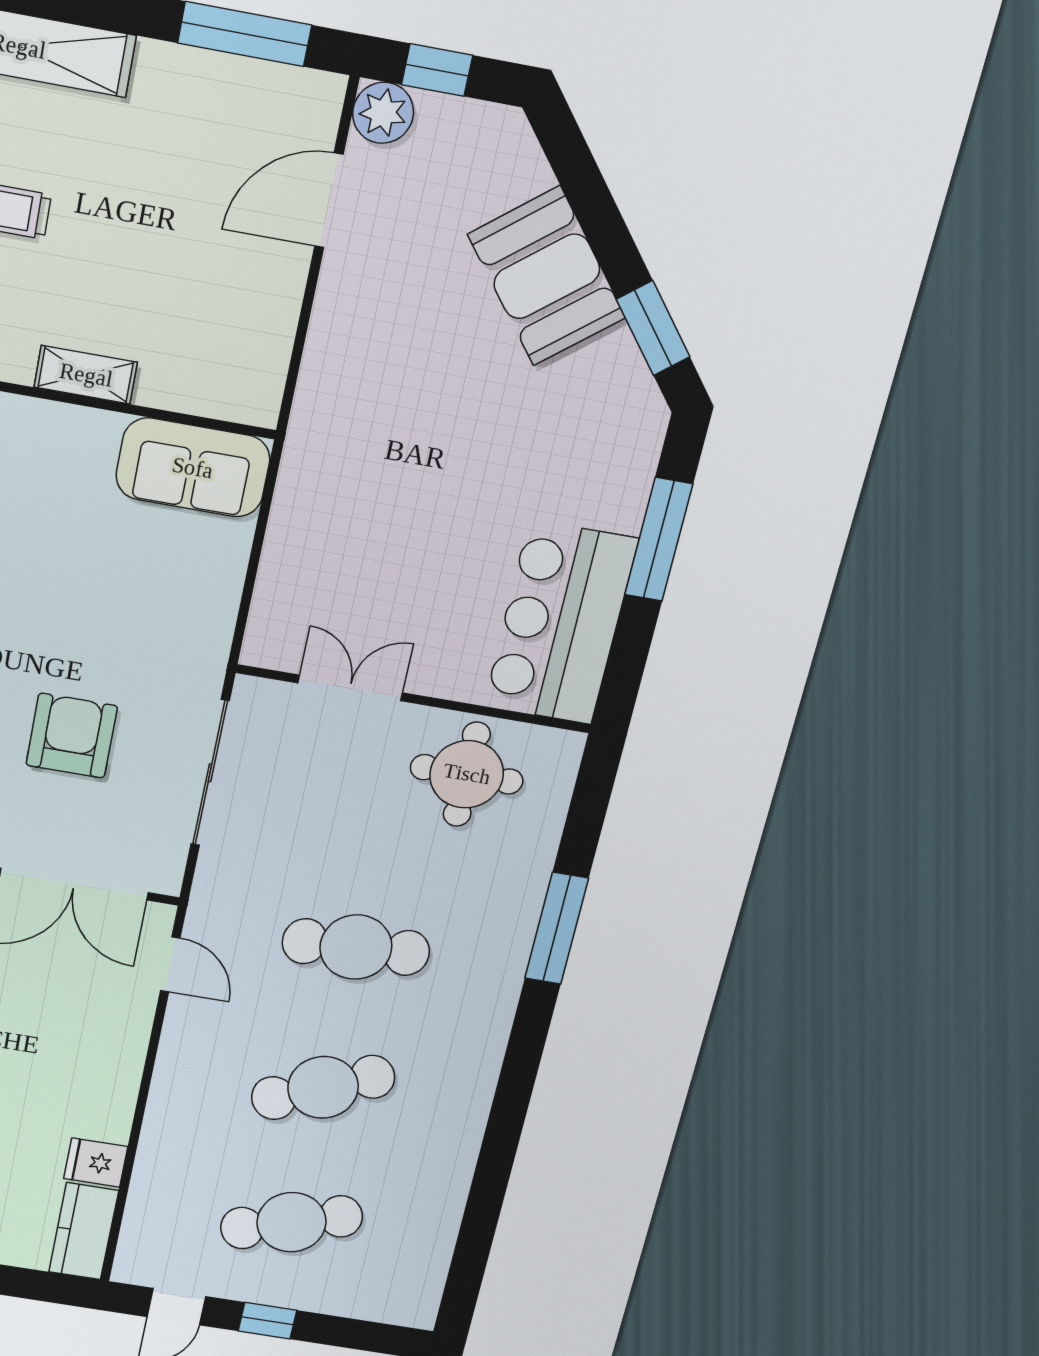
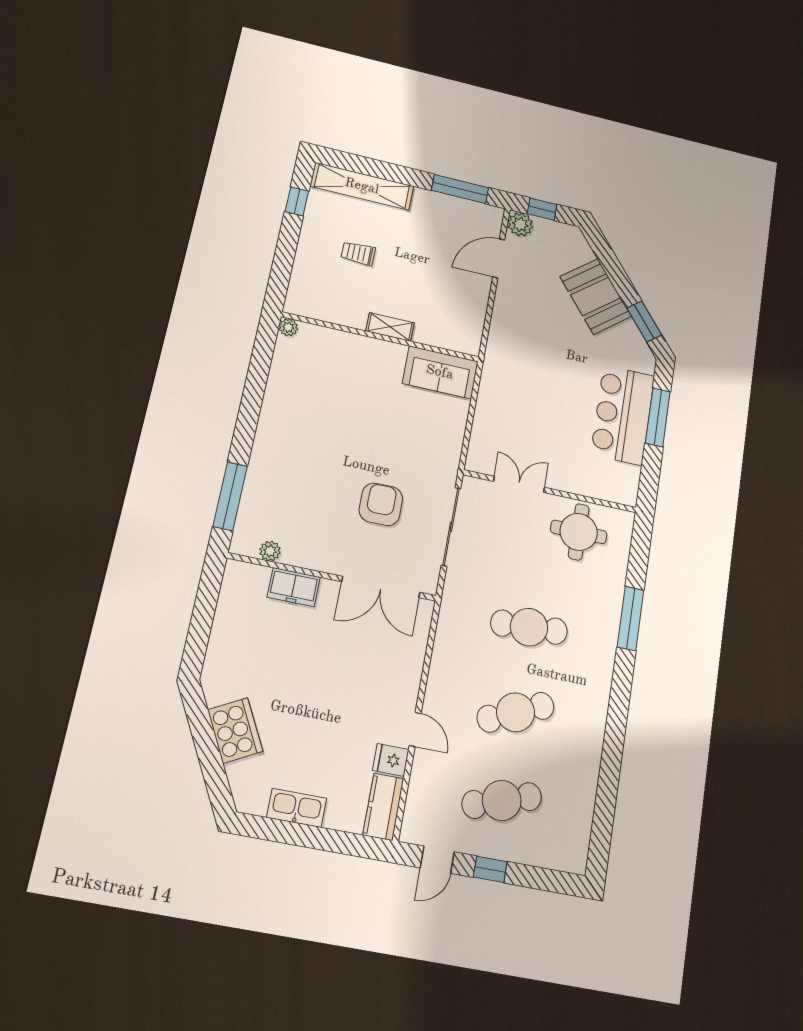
bar counter: (560, 623) -> (623, 415), moved
door: (170, 964) -> (415, 729), moved

